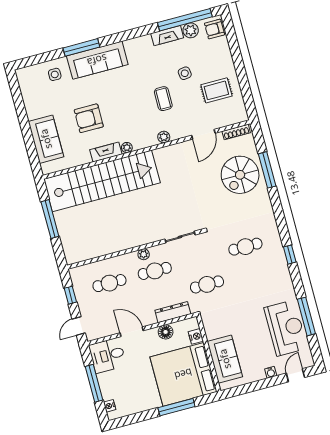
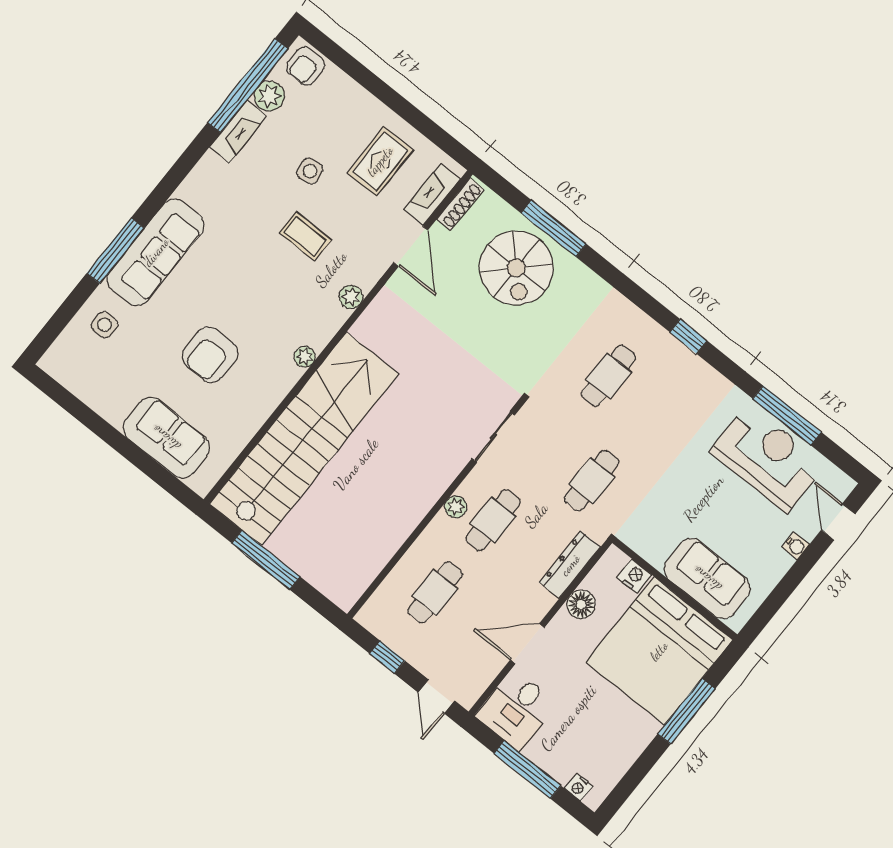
fireplace: (106, 152) -> (432, 195), moved

